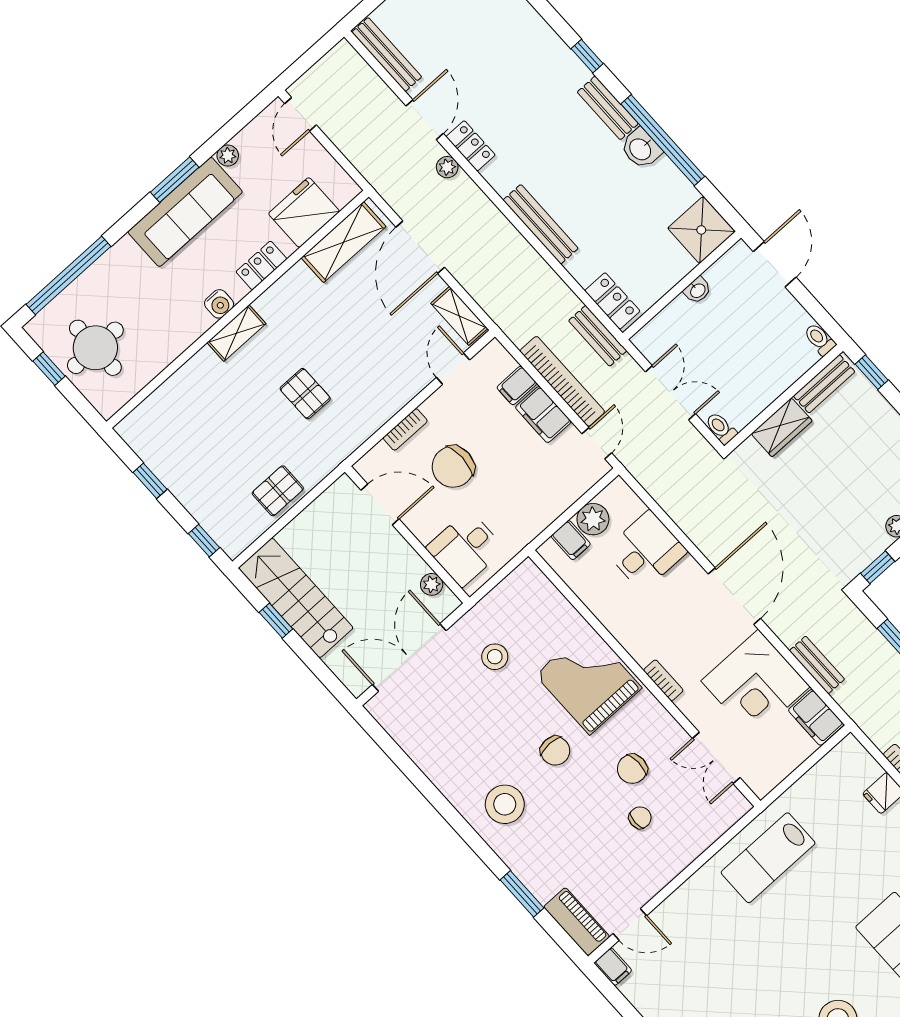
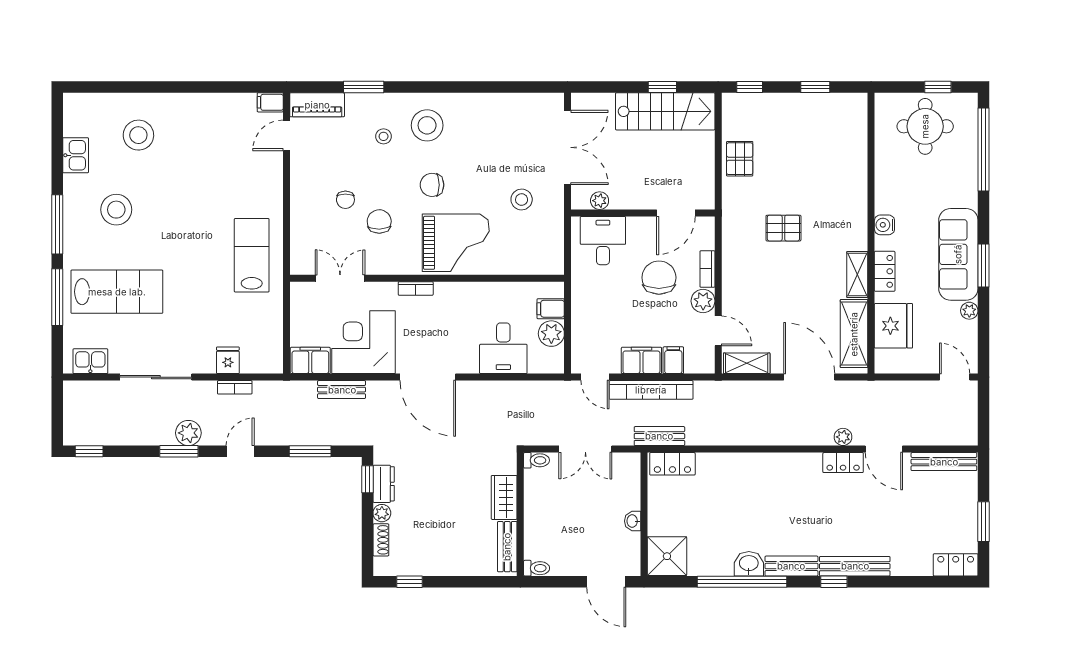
bench: (541, 224) -> (855, 566), moved
shelving: (236, 333) -> (857, 275), moved
window: (872, 372) -> (488, 582), removed
plant: (438, 407) -> (703, 301), added
dresser: (868, 549) -> (384, 484), added
stool: (551, 835) -> (384, 136), added

